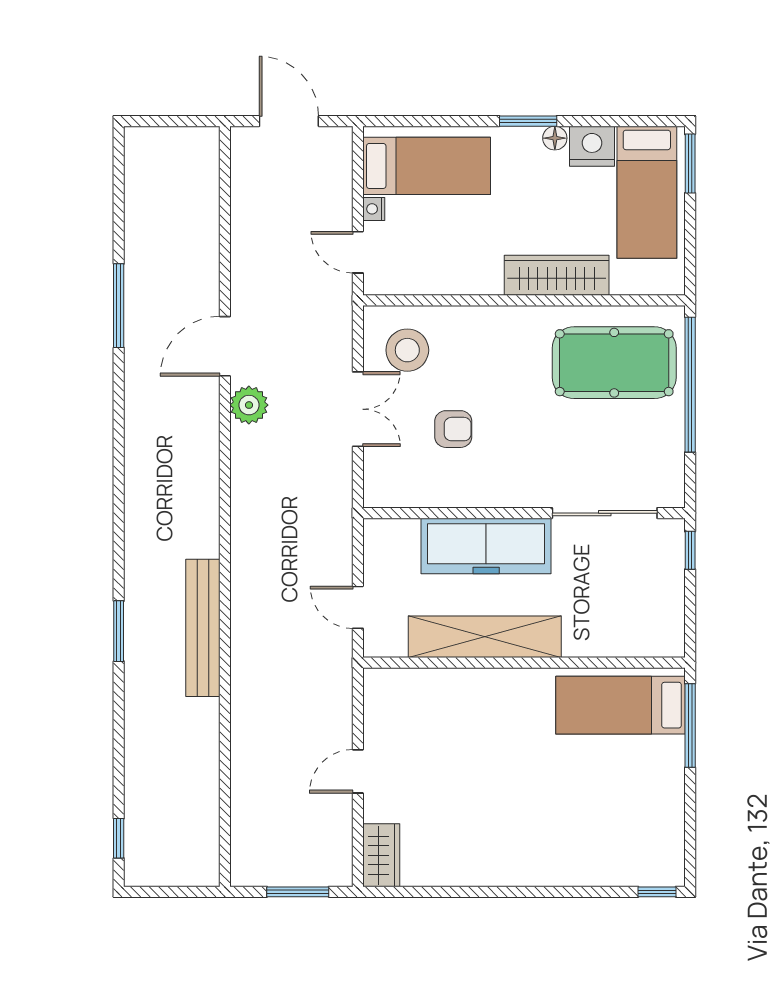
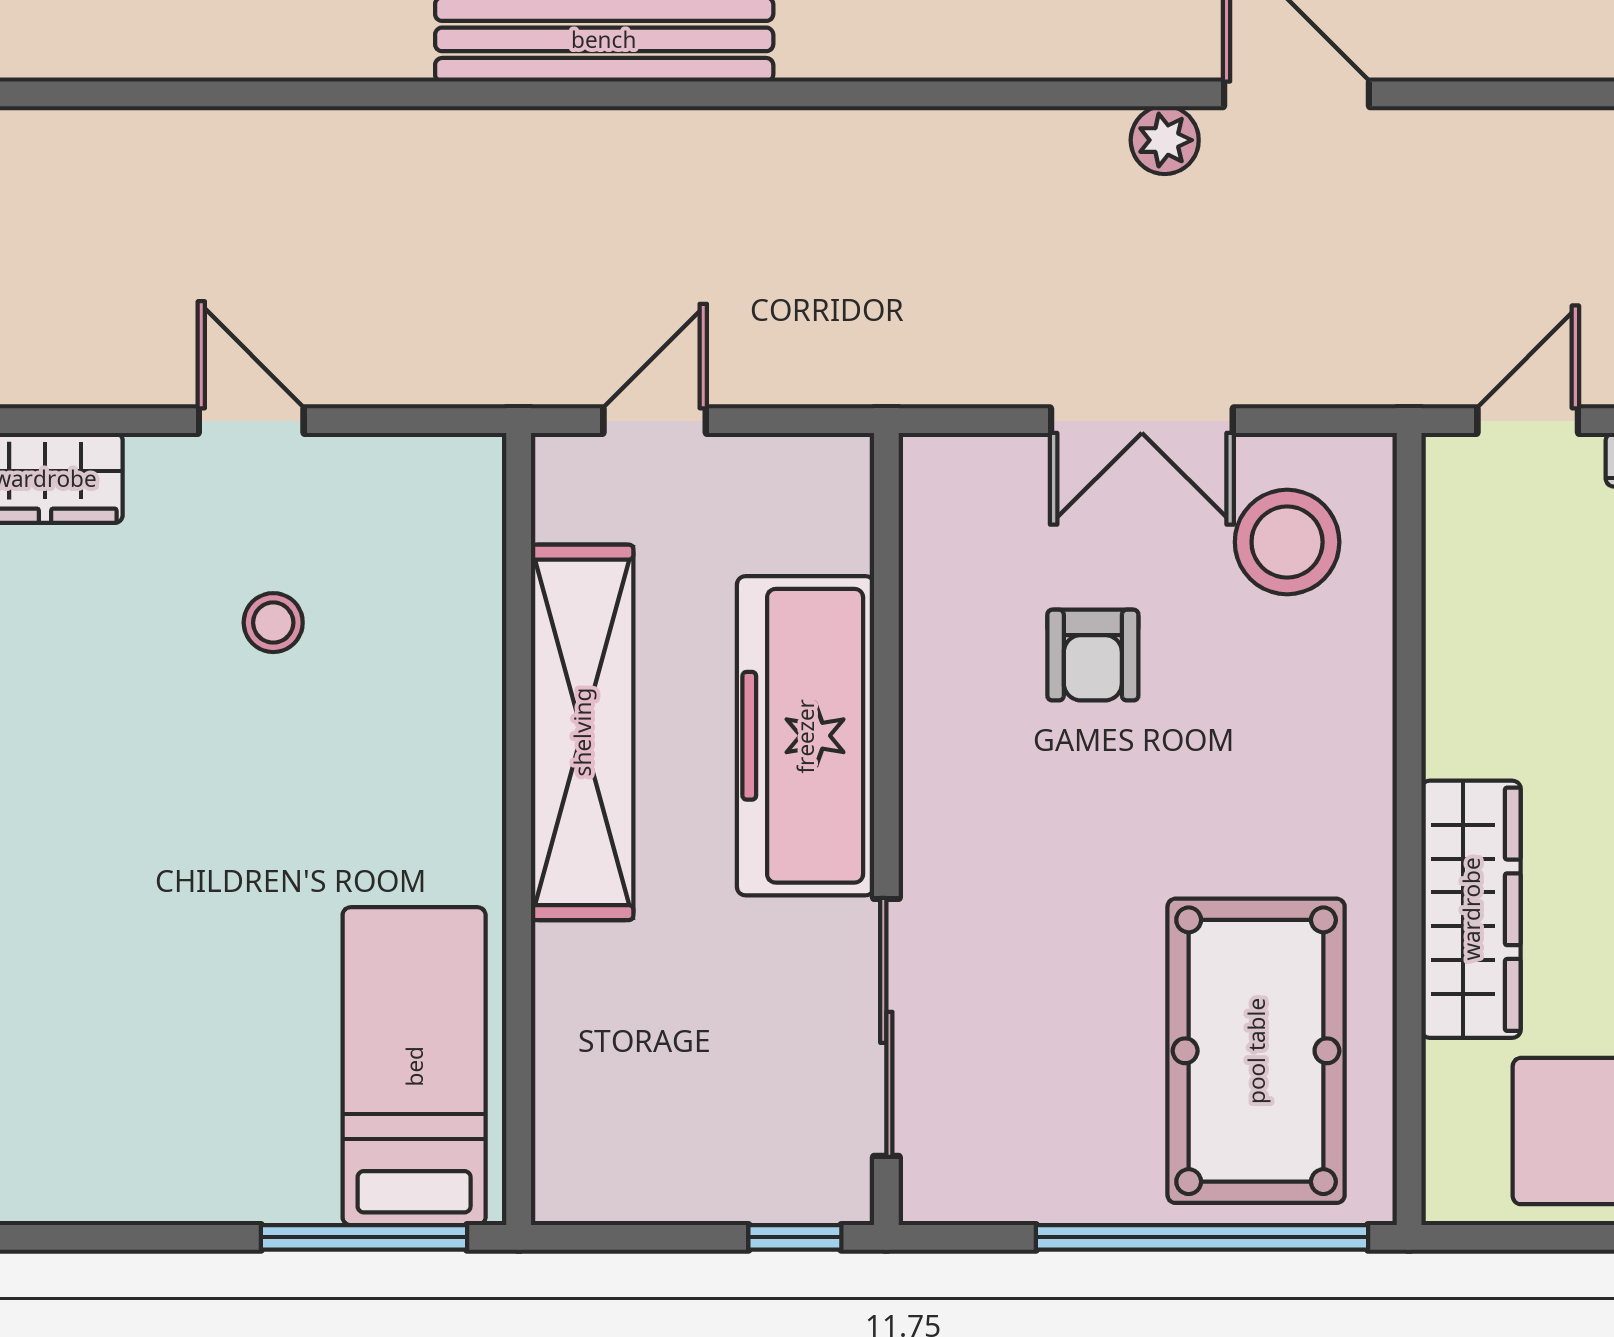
plant: (249, 405) -> (1165, 140), width x0.73, depth x0.73
stool: (440, 762) -> (273, 623), added

